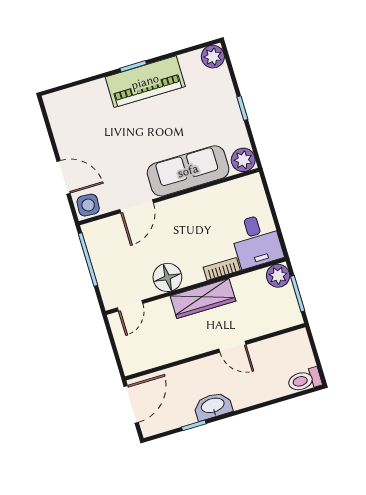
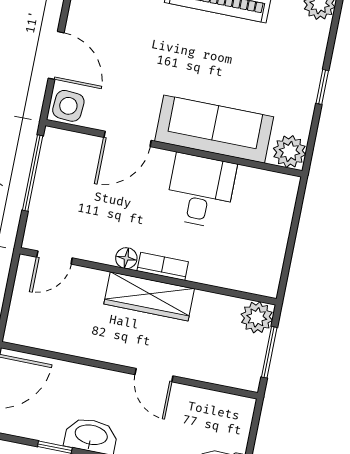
desk: (256, 241) -> (201, 191), moved, turned 180
bookcase: (222, 269) -> (163, 266), moved
floor lamp: (167, 277) -> (126, 258), width x0.53, depth x0.53

